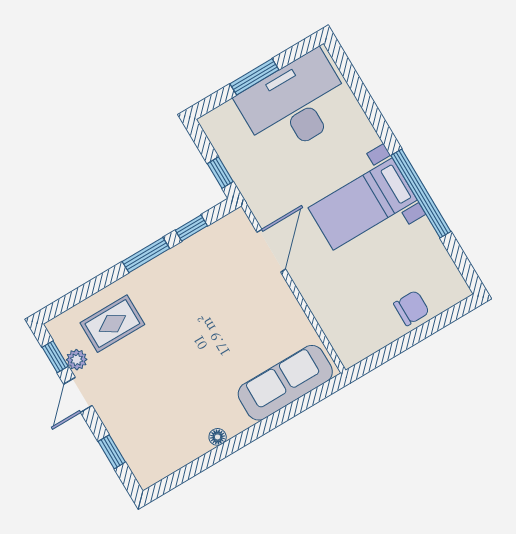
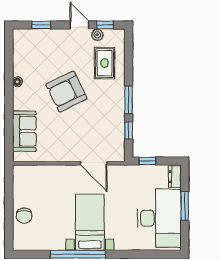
dresser: (219, 118) -> (175, 177), added
armchair: (189, 355) -> (66, 92), added
sofa: (285, 383) -> (24, 131), width x0.73

